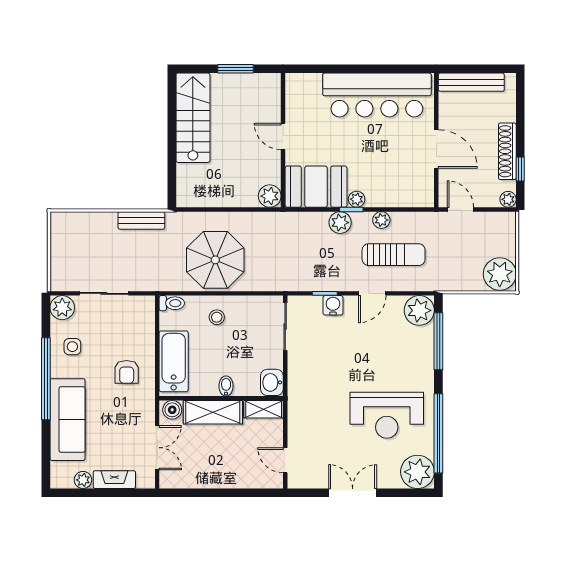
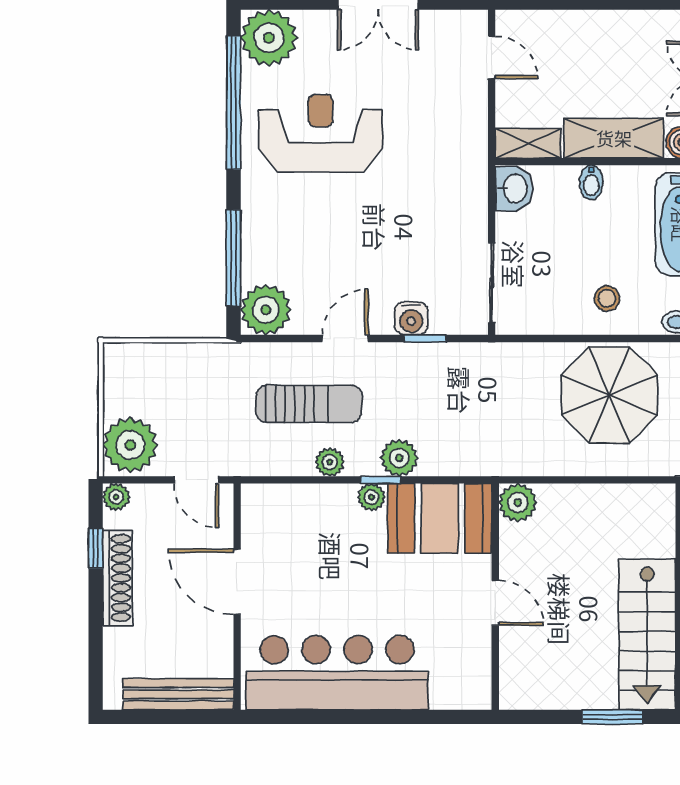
window: (236, 69) -> (612, 717), moved
sun lounger: (394, 255) -> (309, 404), turned 180
plant: (500, 274) -> (130, 445), moved

